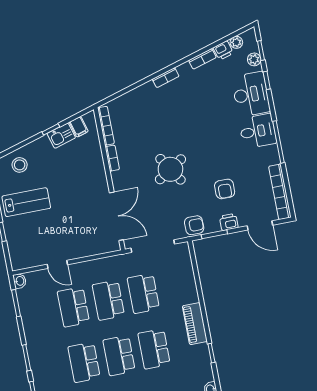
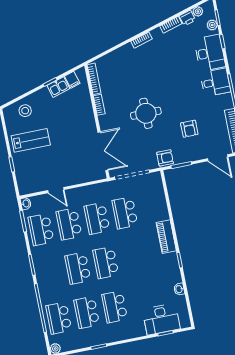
round table: (170, 169) -> (146, 113), turned 33
printer: (229, 222) -> (193, 155), removed
school desk: (154, 349) -> (41, 230), moved

